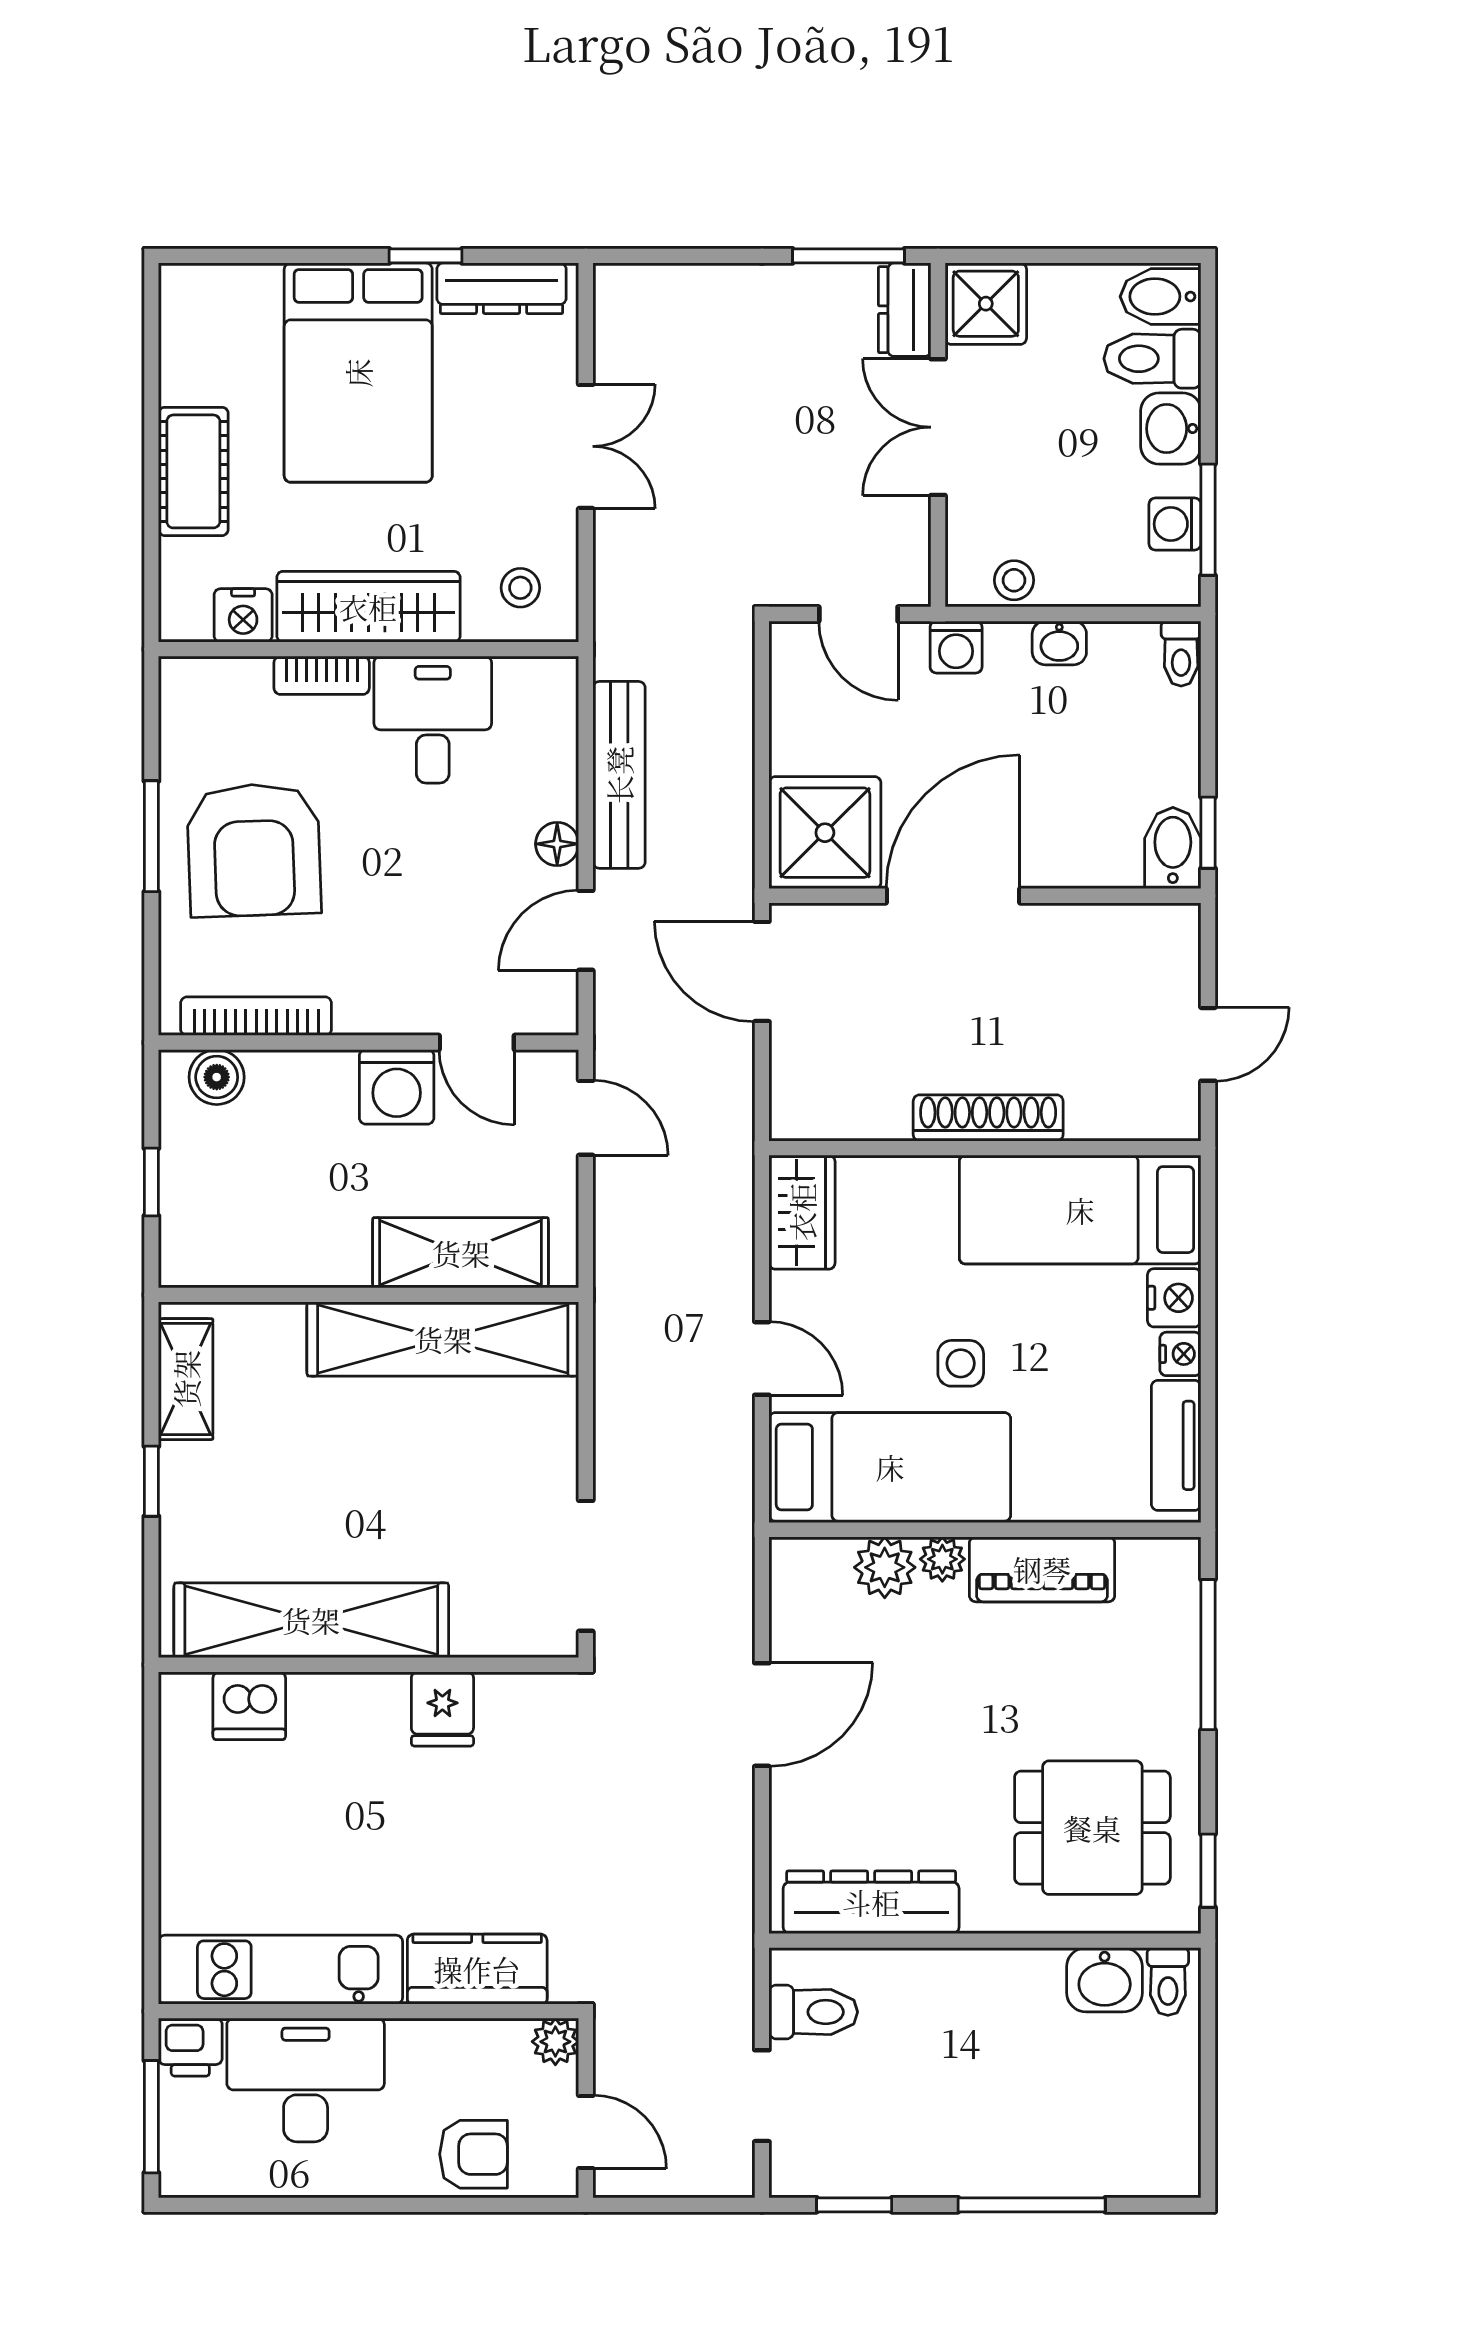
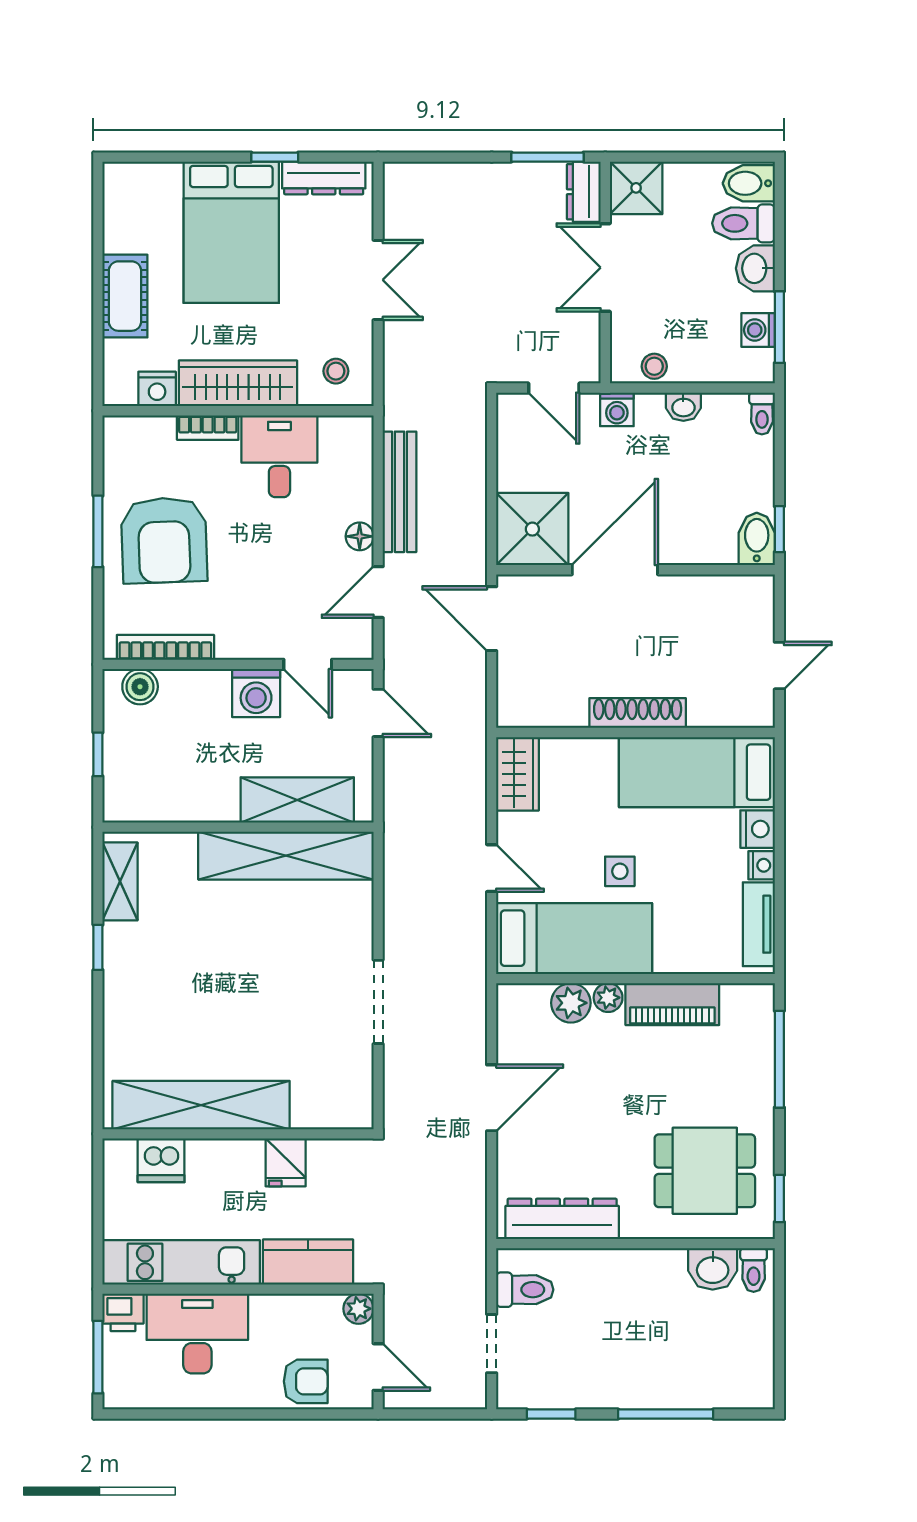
shelving: (311, 1620) -> (201, 1105), moved
wall: (369, 1665) -> (238, 1134), moved
dishwasher: (249, 1706) -> (161, 1160), moved
fridge: (442, 1709) -> (286, 1162), moved

